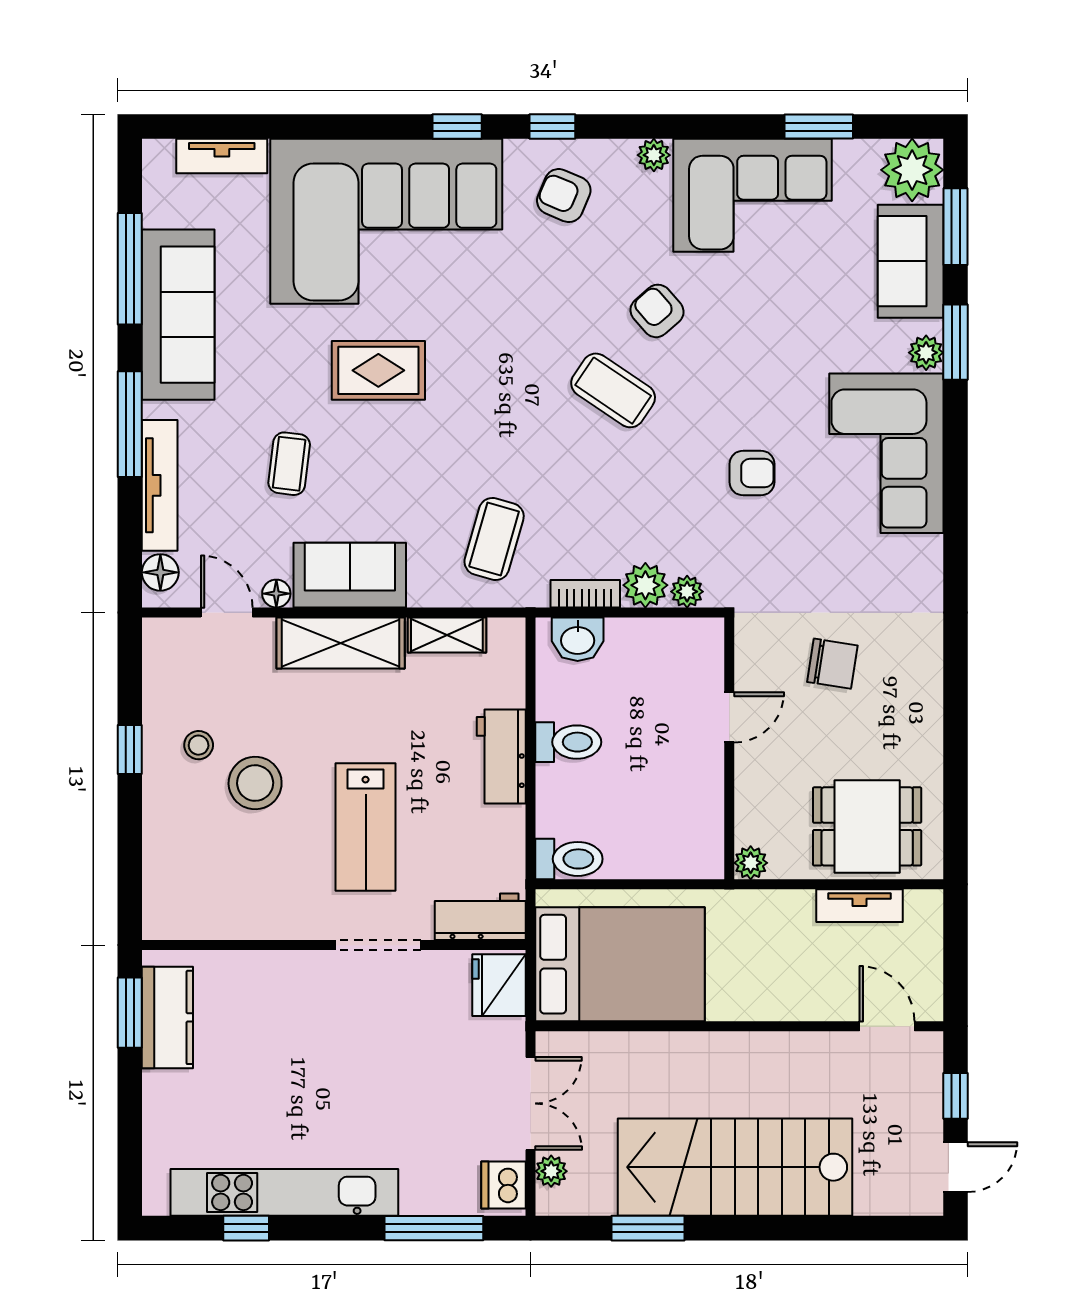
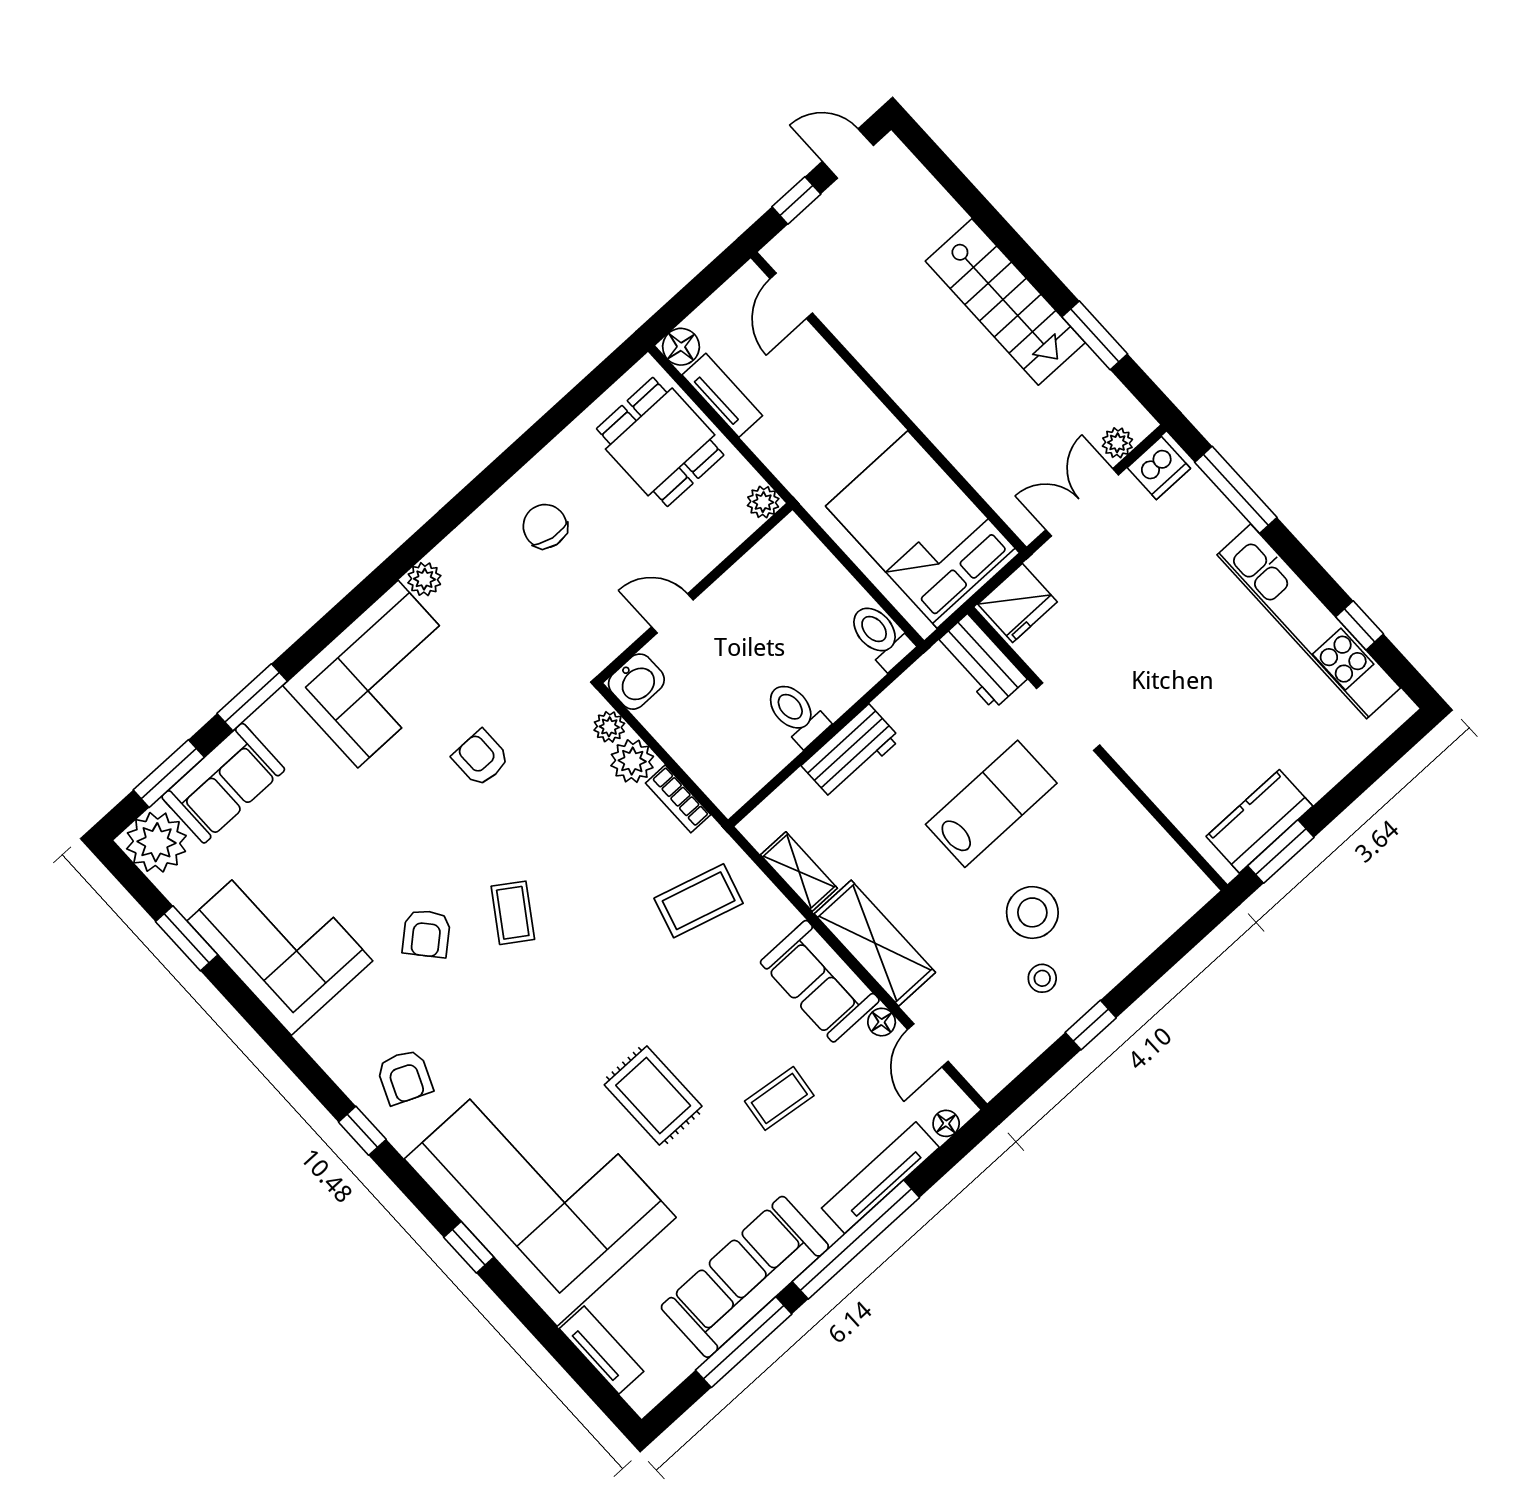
window: (457, 127) -> (469, 1247), moved
plant: (654, 155) -> (316, 1039), removed
plant: (926, 353) -> (424, 579), moved
coffee table: (613, 390) -> (513, 913), width x0.73, depth x0.77
window: (130, 424) -> (856, 1240), width x1.46
floor lamp: (160, 572) -> (946, 1123), width x0.73, depth x0.73
washbasin: (578, 639) -> (636, 682), moved, turned 90
chair: (832, 664) -> (545, 526), moved
floor lamp: (925, 908) -> (681, 347), added
stairs: (735, 1167) -> (1005, 302), width x0.73, depth x0.66

